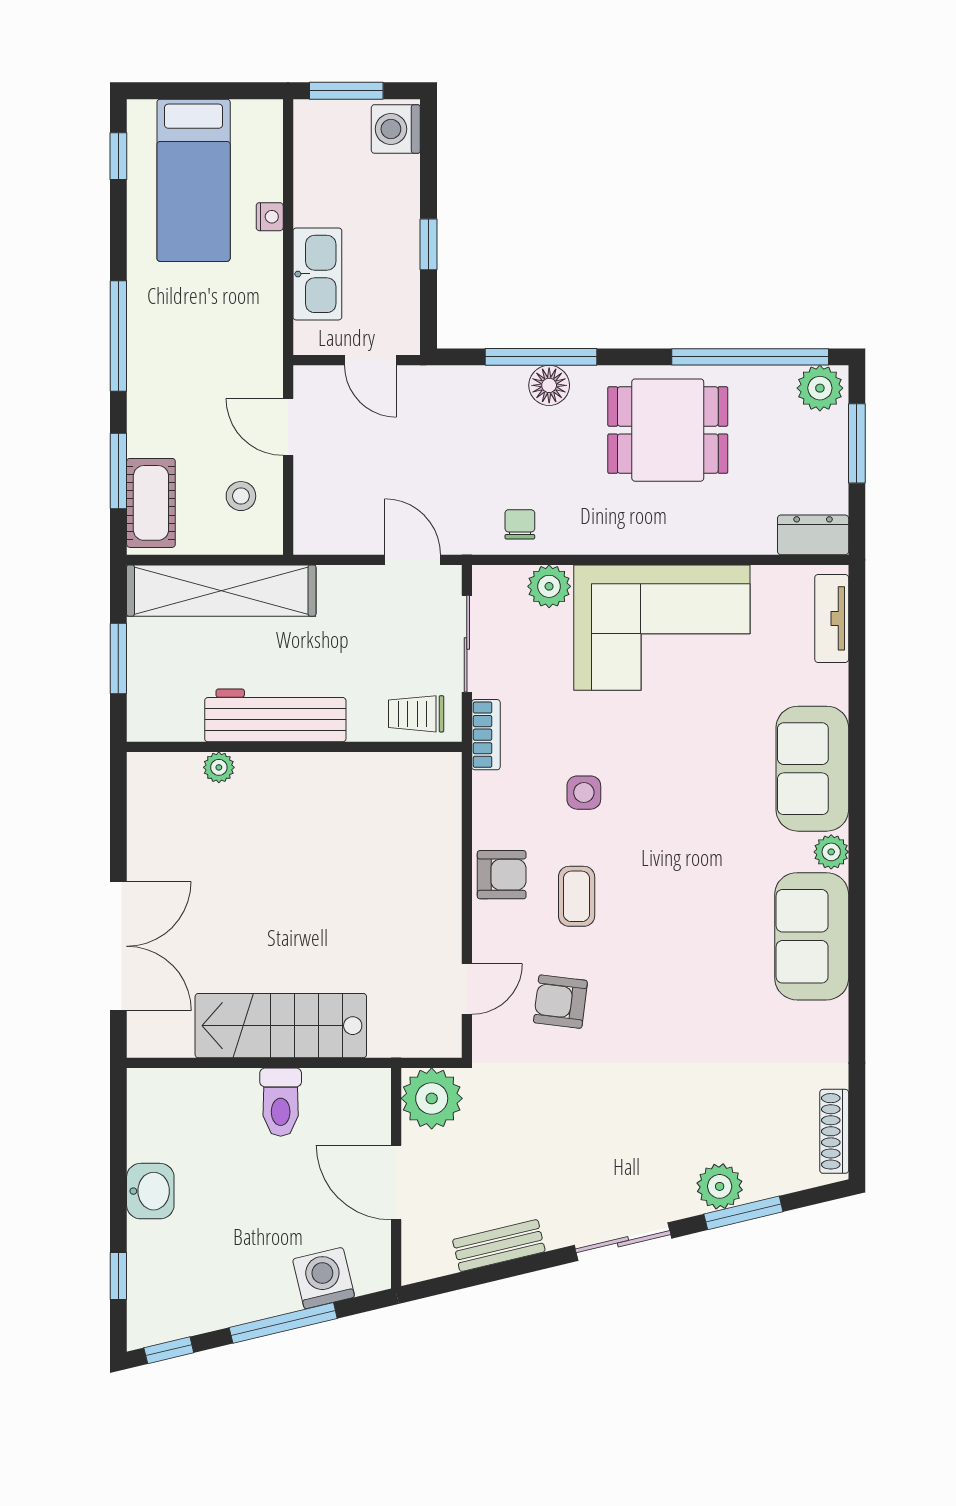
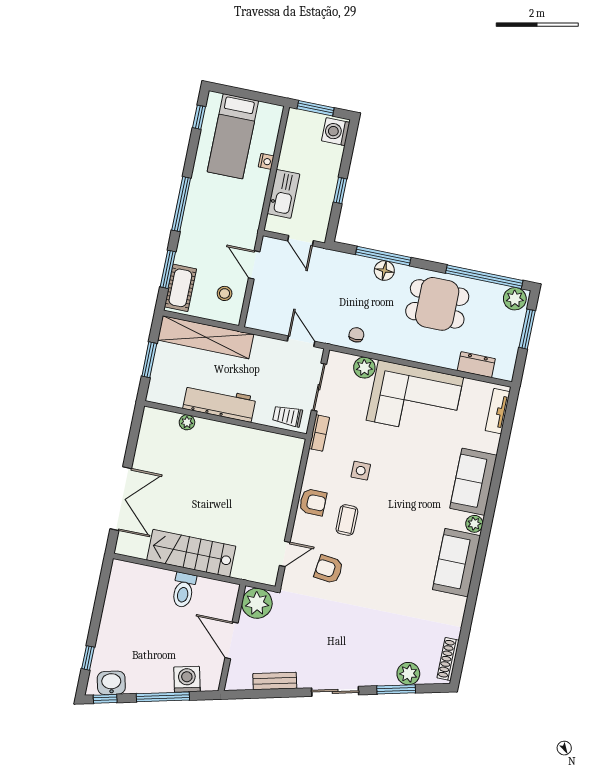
dresser: (813, 535) -> (476, 365), moved
plant: (720, 1186) -> (408, 674), moved
washbasin: (150, 1191) -> (111, 683), moved, turned -103

